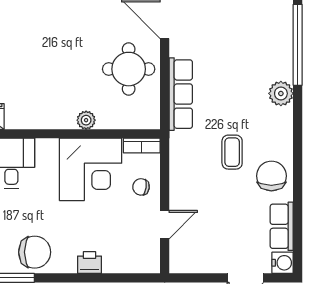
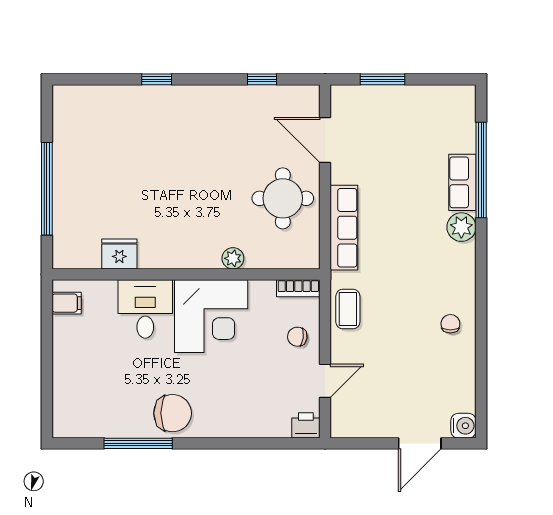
coffee table: (232, 152) -> (348, 309), moved
corner desk: (91, 169) -> (211, 316), moved
chair: (271, 176) -> (450, 324), width x0.54, depth x0.54
row of seats: (282, 226) -> (462, 182), moved
printer: (90, 263) -> (306, 425), moved

